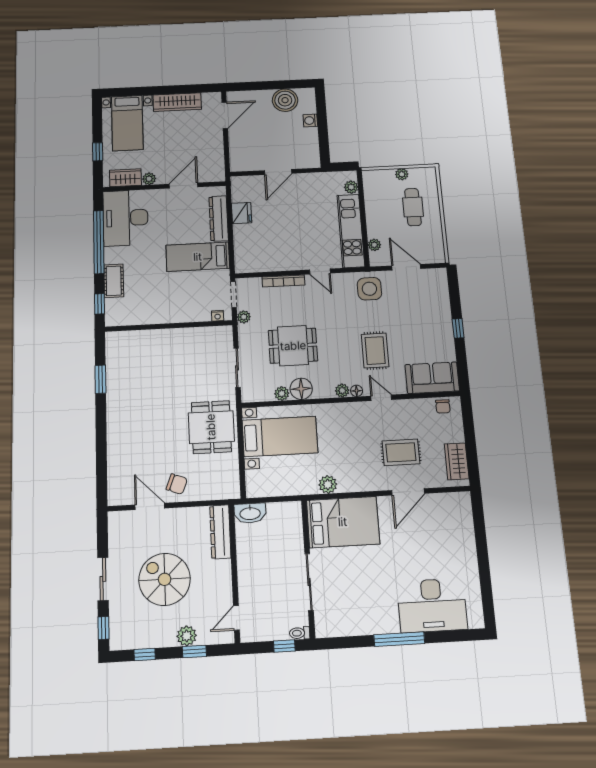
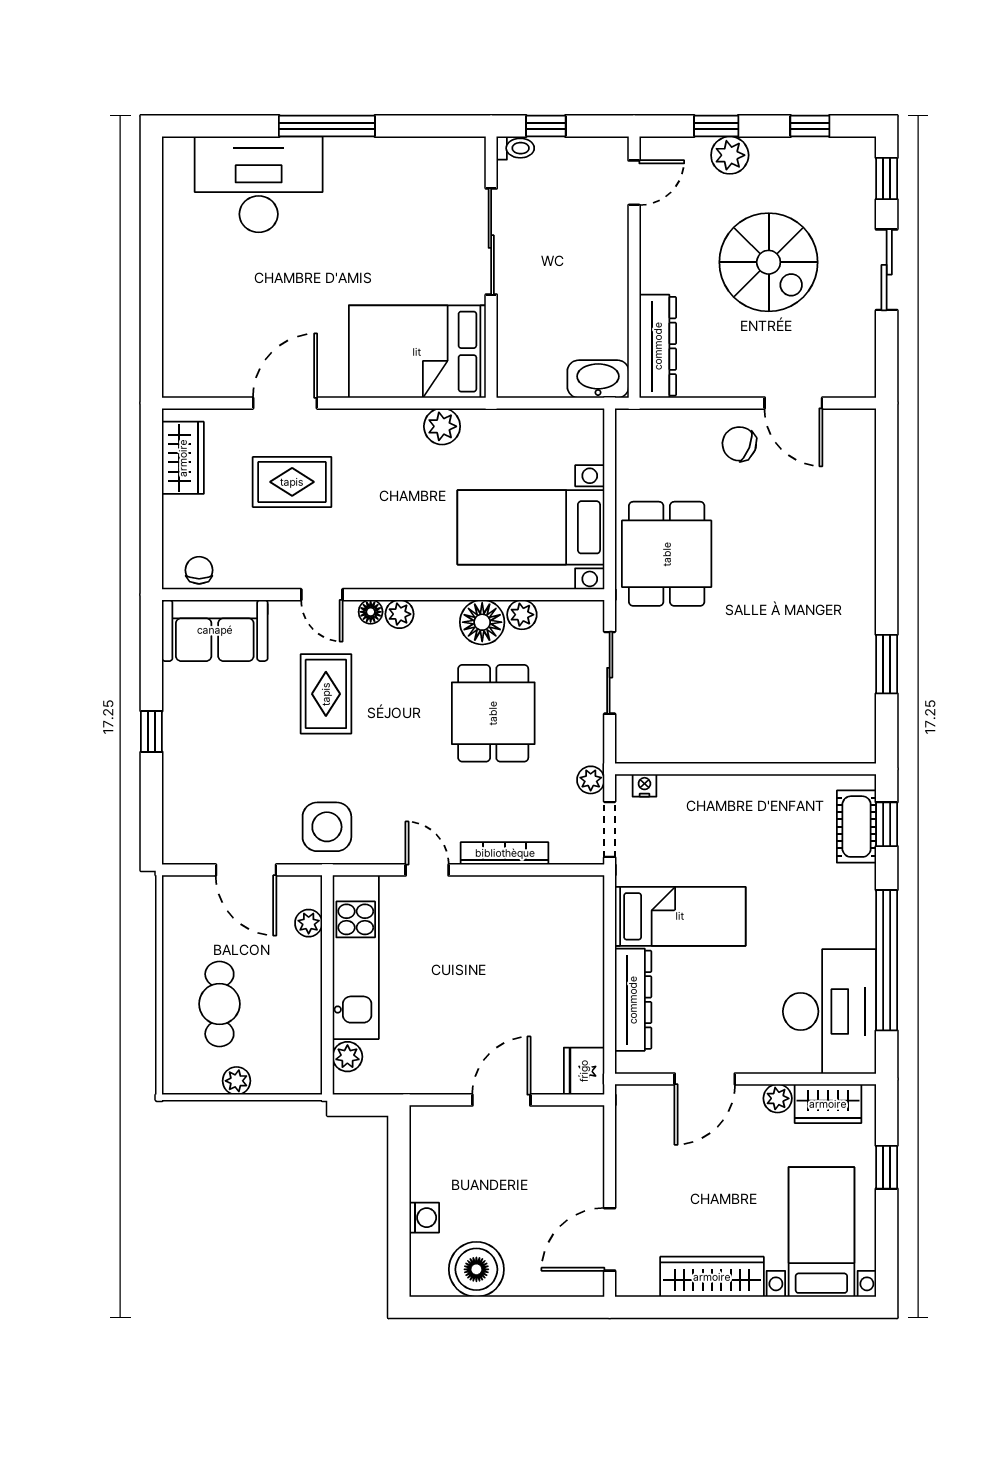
fridge: (242, 213) -> (584, 1071), moved
cot: (114, 281) -> (857, 827), moved
dining table: (293, 346) -> (493, 713), turned 90

